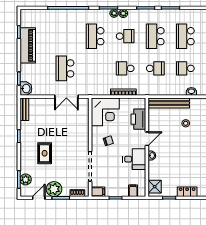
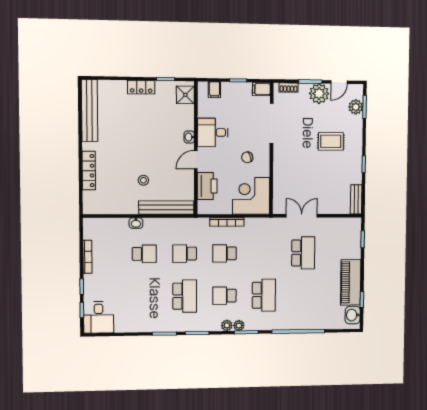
school desk: (185, 36) -> (144, 297), removed
school desk: (125, 68) -> (225, 253), turned 180
washbasin: (26, 89) -> (353, 315), moved
rug: (45, 153) -> (331, 141), turned 90

